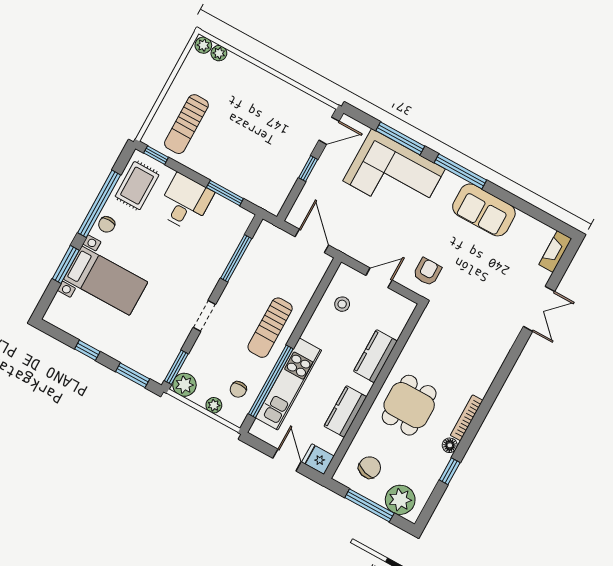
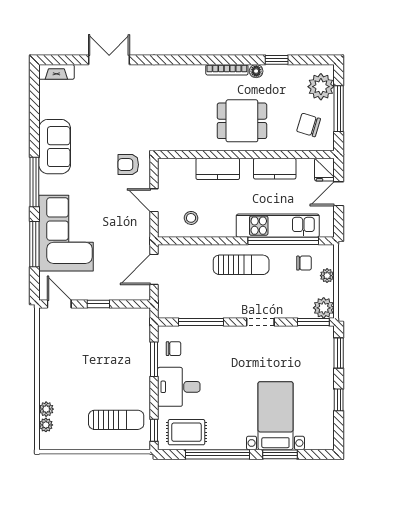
plant: (203, 45) -> (46, 409), moved
chair: (107, 224) -> (174, 349), moved

